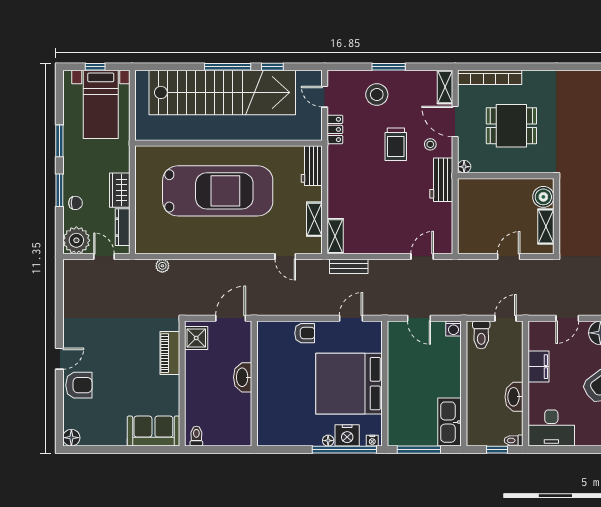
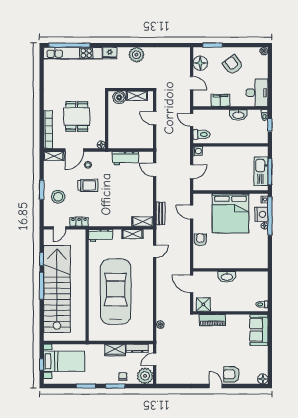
workbench: (441, 180) -> (125, 158), moved
armchair: (79, 385) -> (231, 374), turned -90
kitchen sink: (450, 422) -> (261, 171), moved, turned 90

